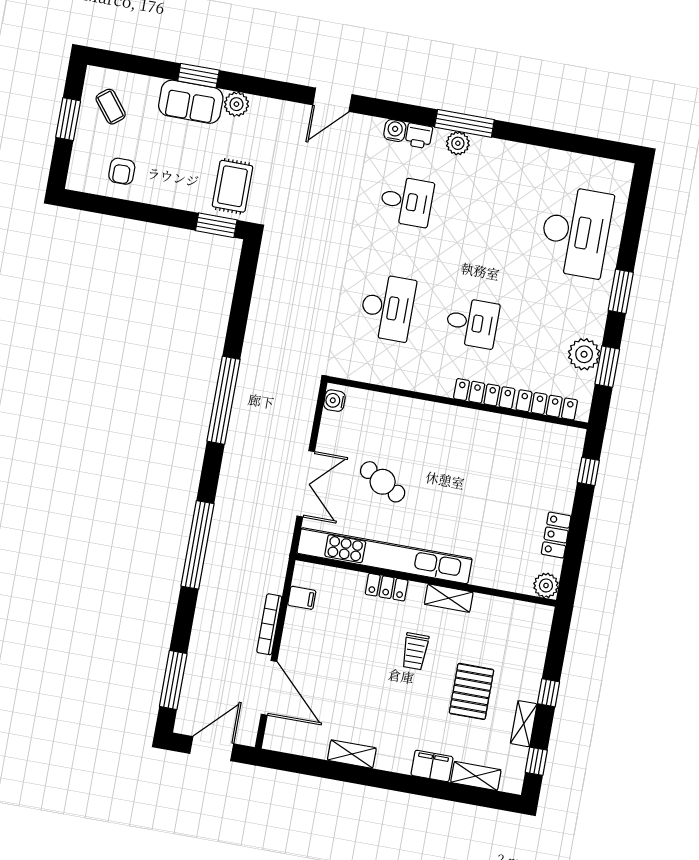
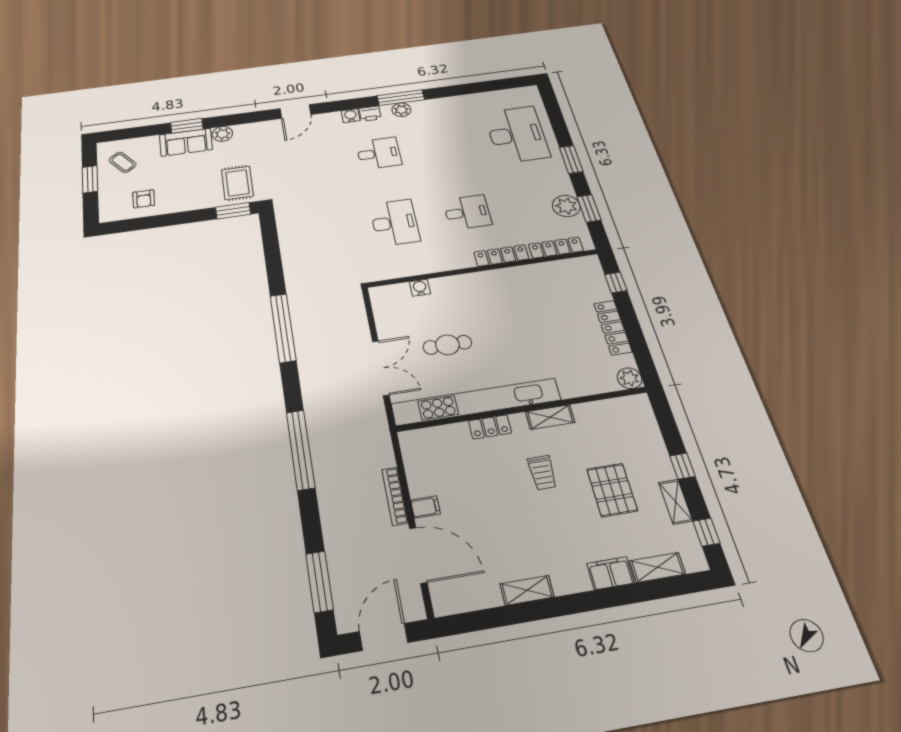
water cooler: (334, 401) -> (420, 288), moved, turned 90
cafe table: (383, 482) -> (447, 345), turned -30
locker: (556, 535) -> (613, 327), width x1.53
filing cabinet: (302, 598) -> (425, 507), moved

